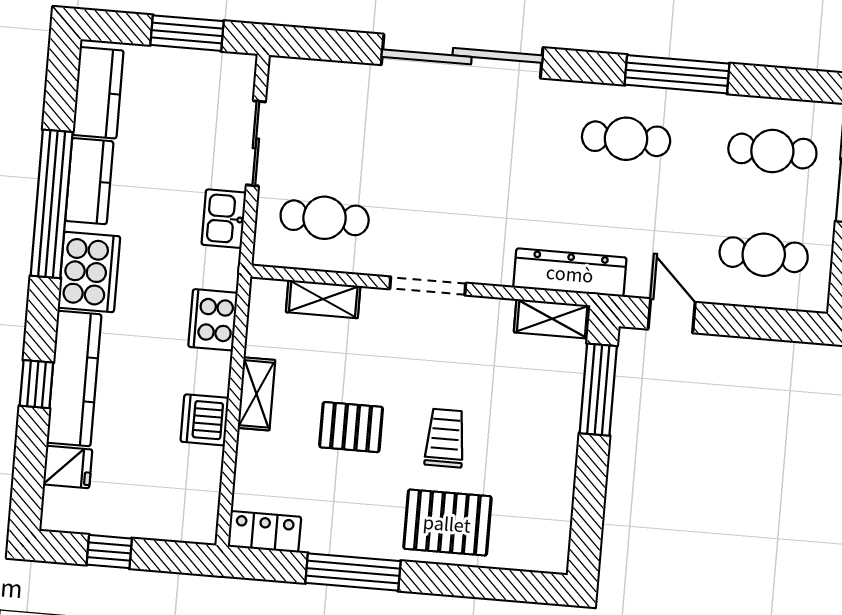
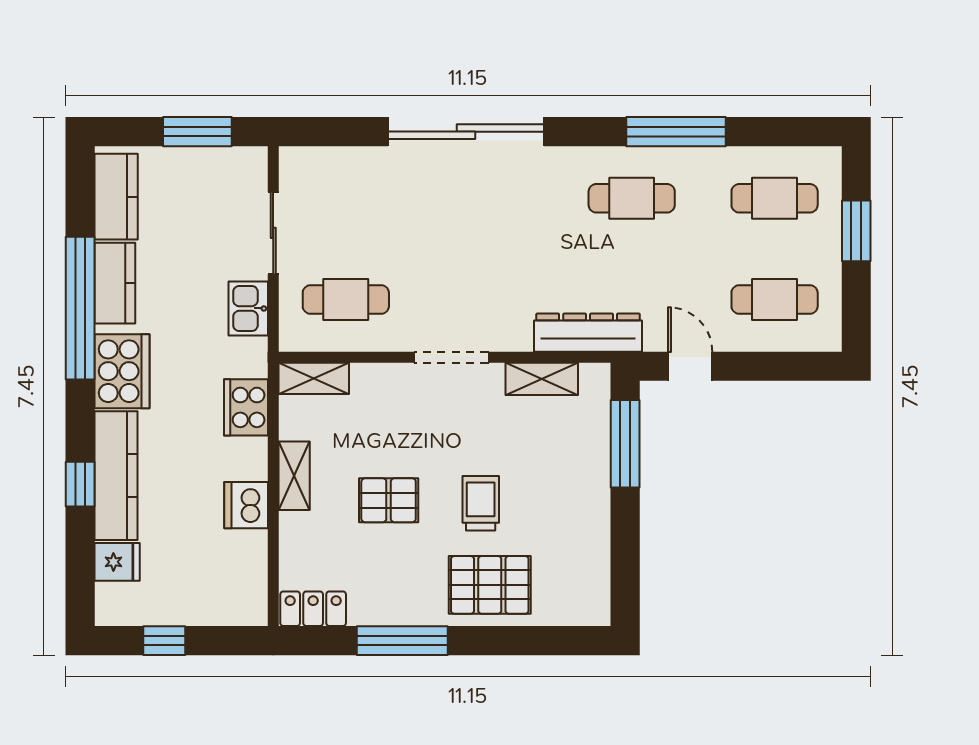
shelving: (323, 299) -> (314, 378), moved
shelving: (552, 319) -> (542, 379), moved

